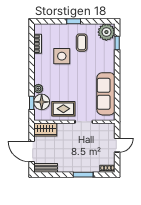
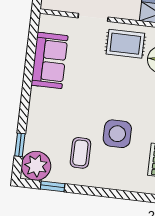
window: (74, 21) -> (53, 186), moved
sofa: (106, 94) -> (49, 60), width x0.73

